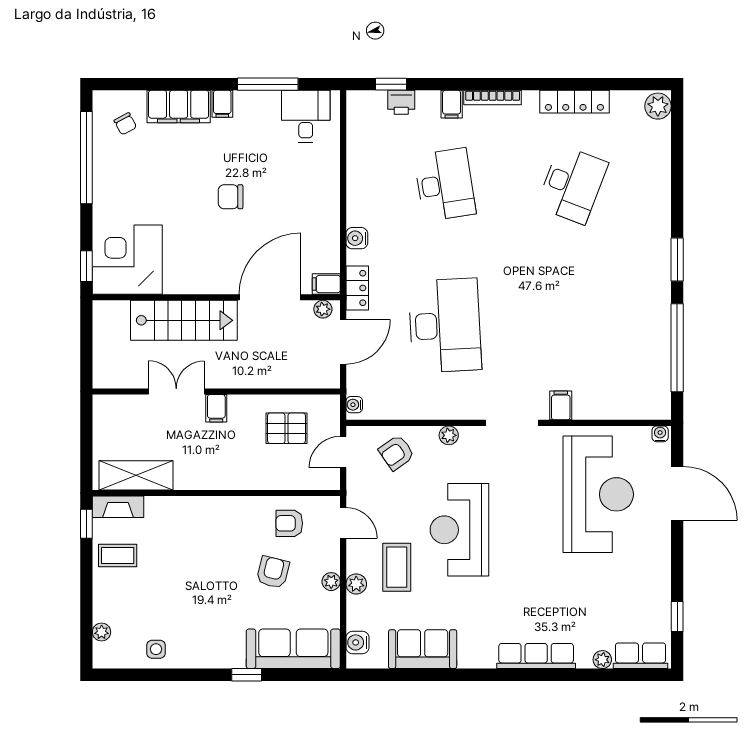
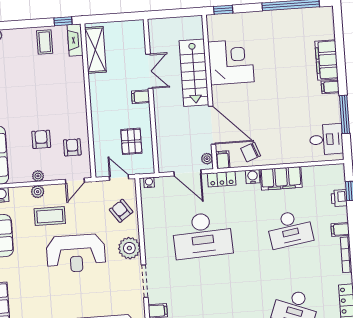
chair: (125, 124) -> (313, 28), removed
filing cabinet: (363, 193) -> (281, 178), added
chair: (231, 197) -> (251, 152), moved, turned -111
corner desk: (127, 260) -> (231, 62), moved
plant: (449, 435) -> (129, 248), width x1.88, depth x1.88
reception desk: (459, 530) -> (76, 253), turned 180
armchair: (273, 572) -> (41, 139), turned -104

